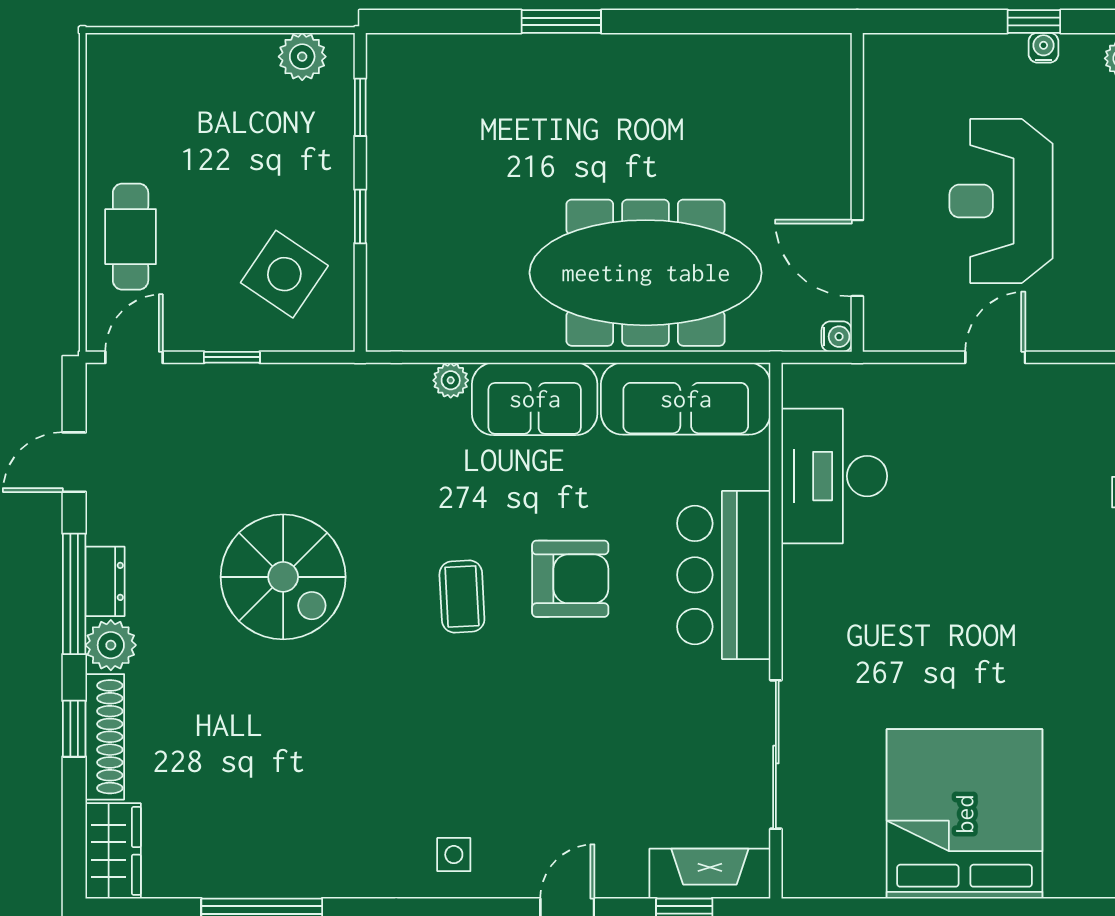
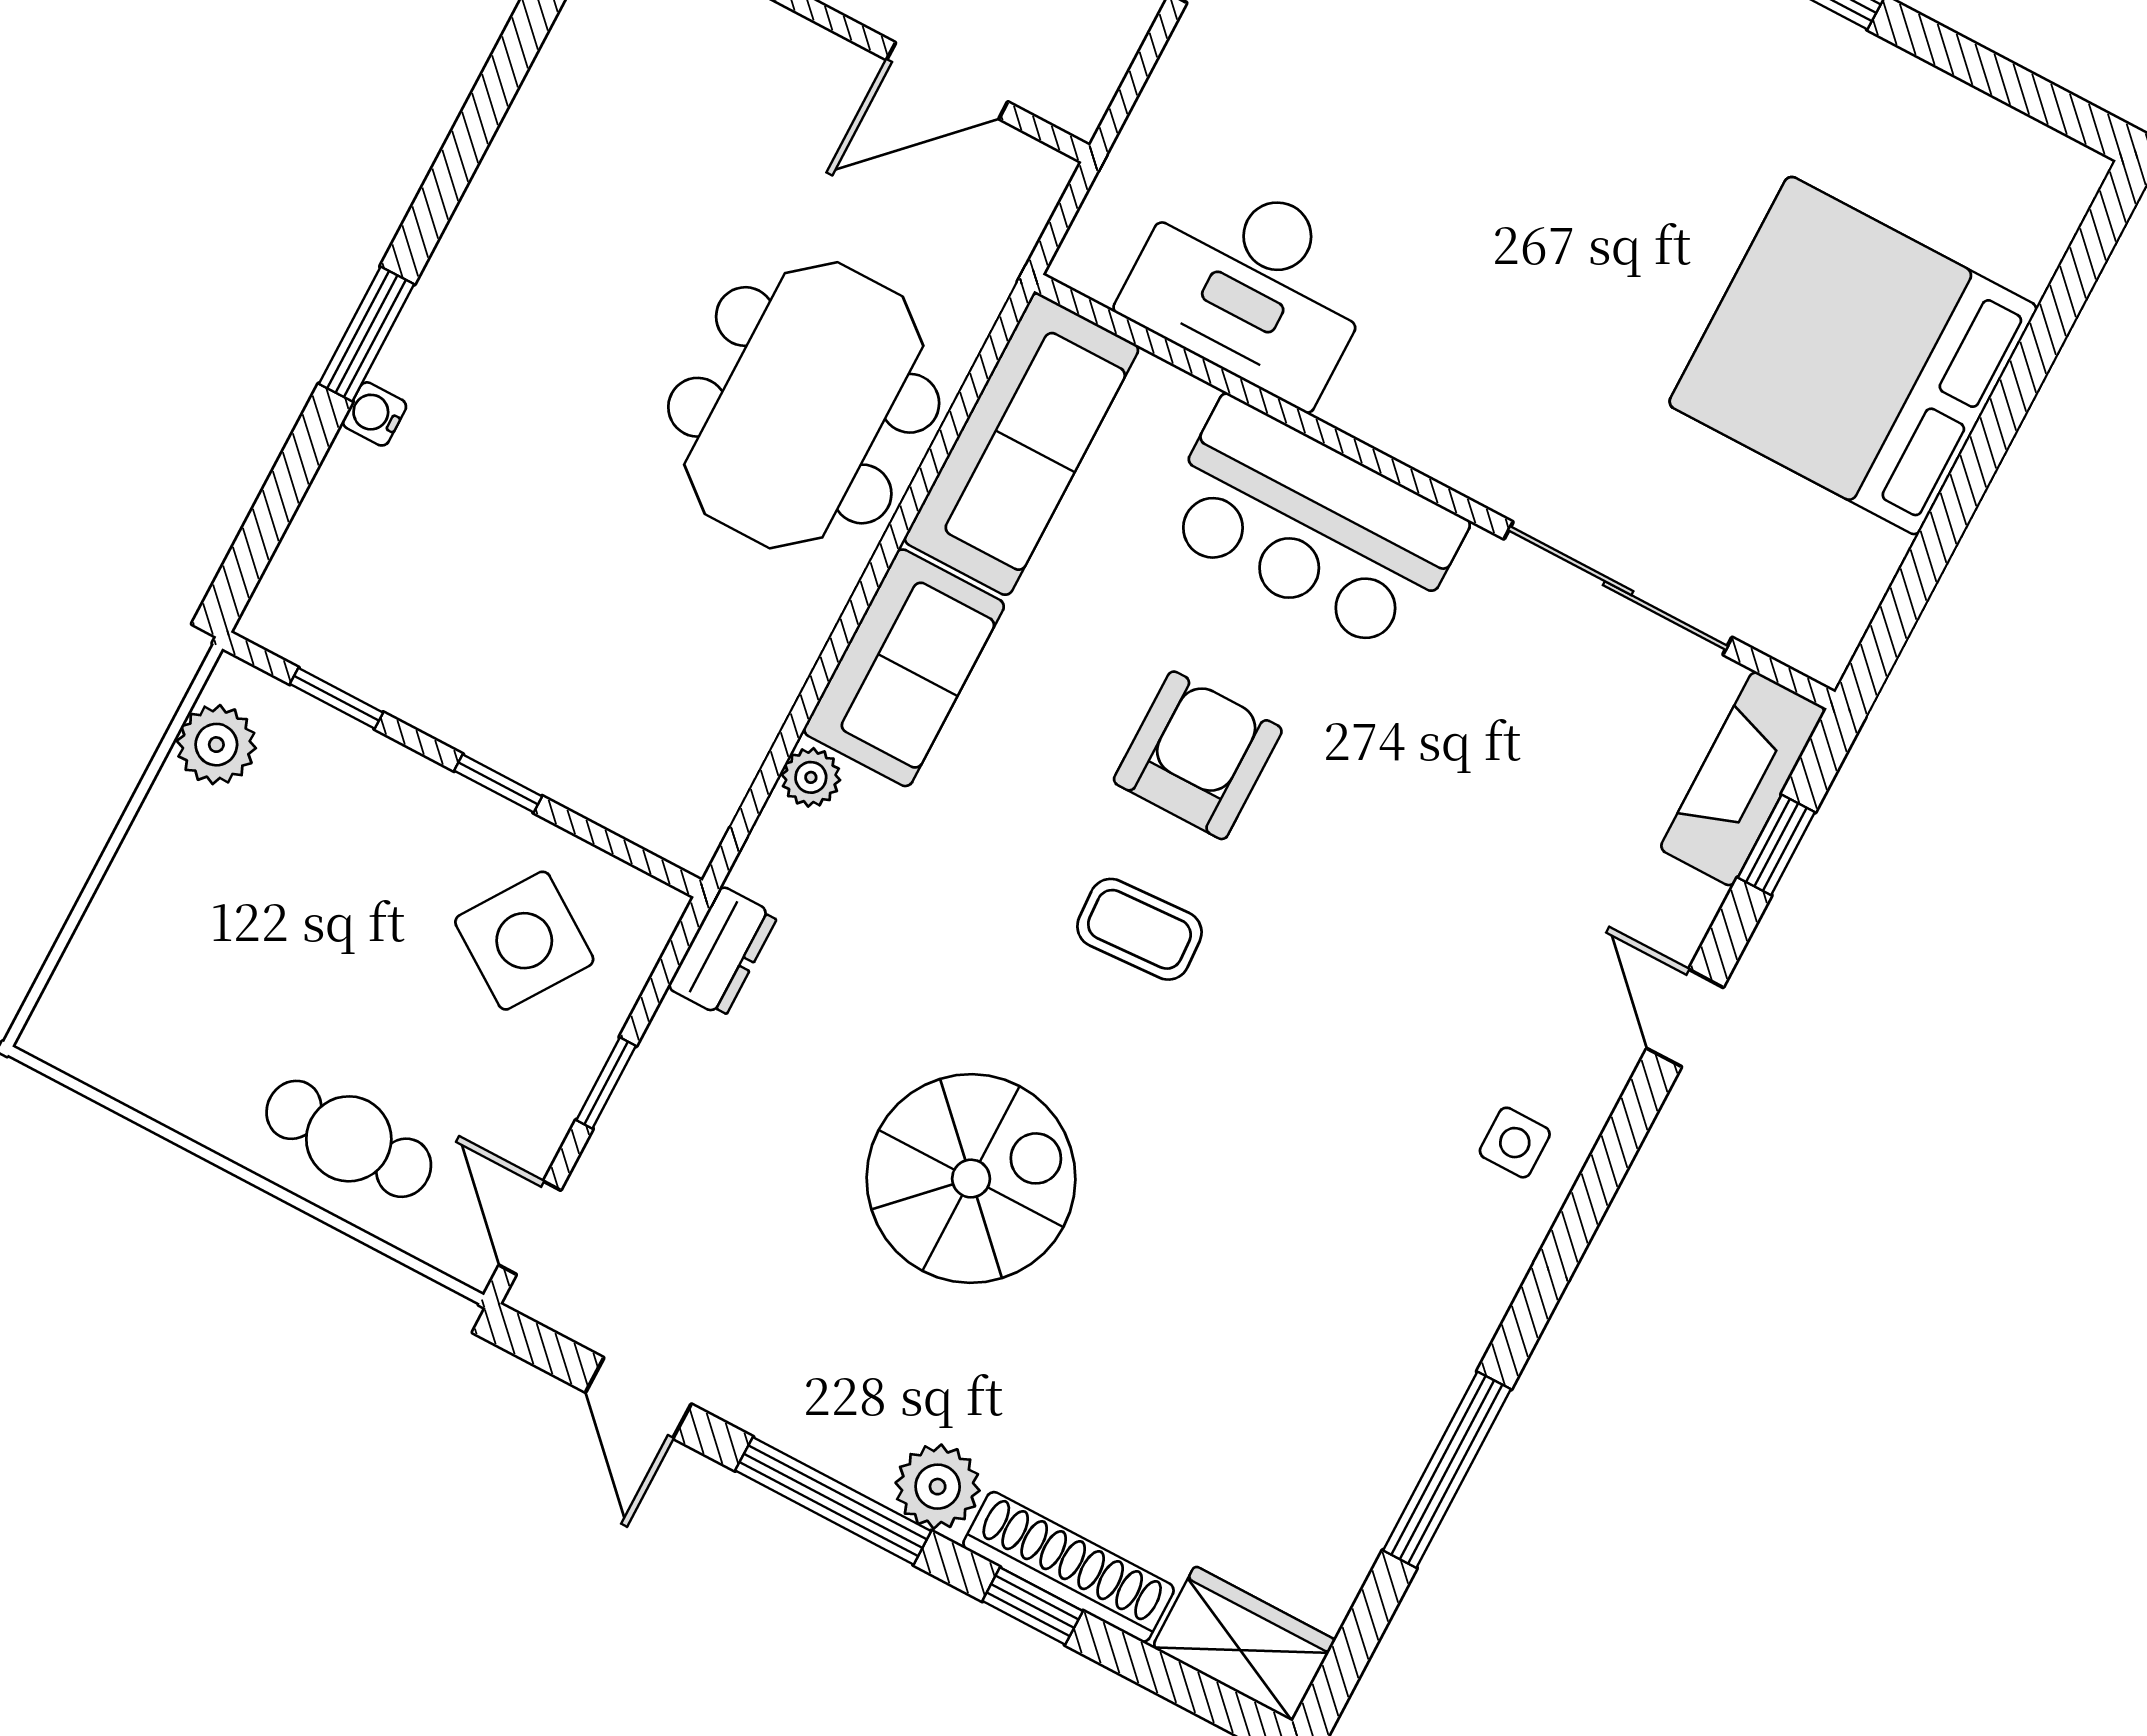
meeting table: (646, 273) -> (804, 405), width x0.73
water cooler: (837, 337) -> (374, 414), moved, turned -90
dresser: (105, 581) -> (723, 952), moved, turned 90

